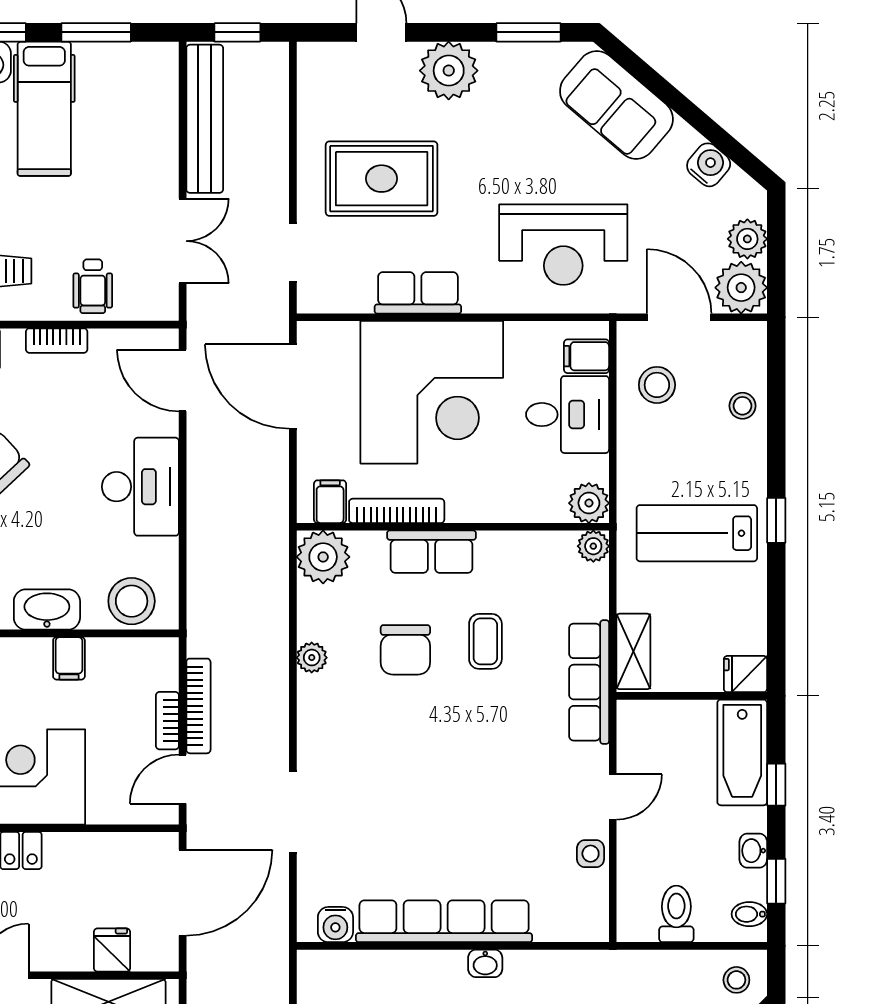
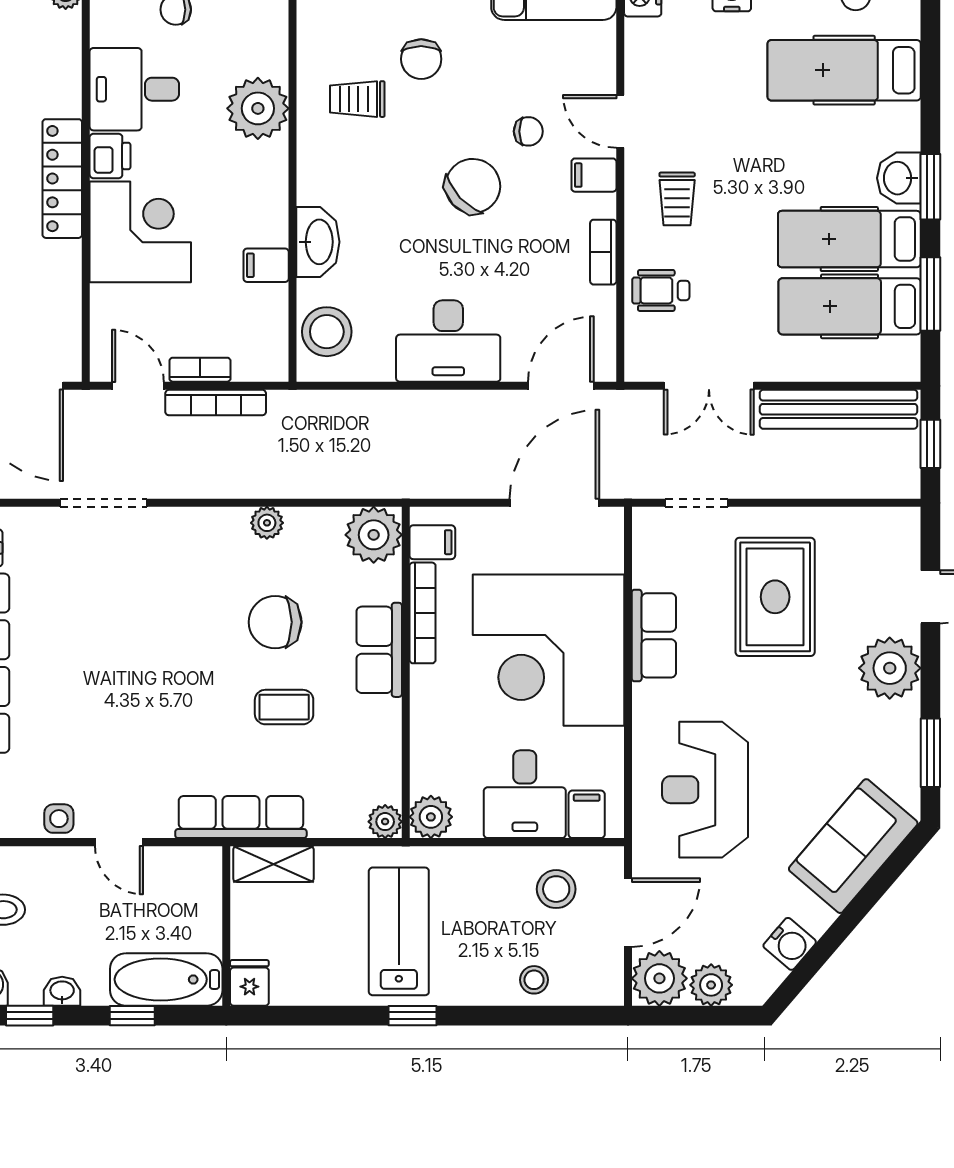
hospital bed: (108, 108) -> (850, 306), added

